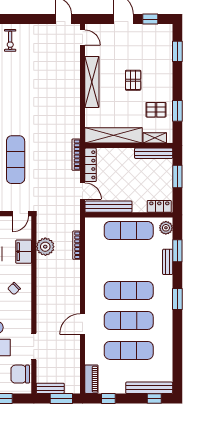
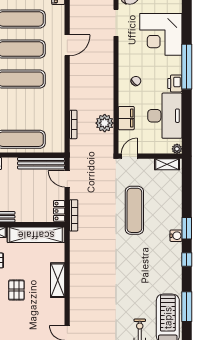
shelving: (92, 82) -> (58, 280), width x0.68
locker: (91, 165) -> (59, 211), width x0.66

